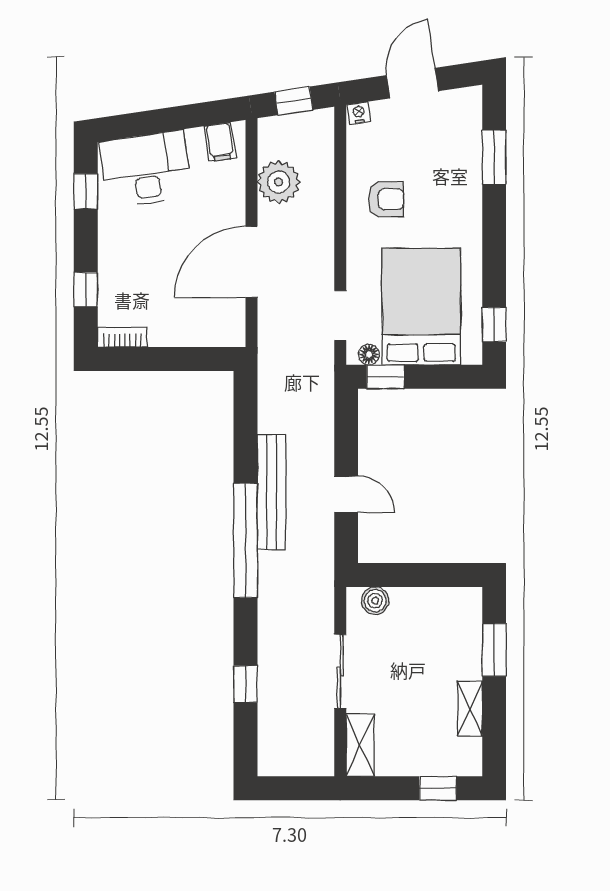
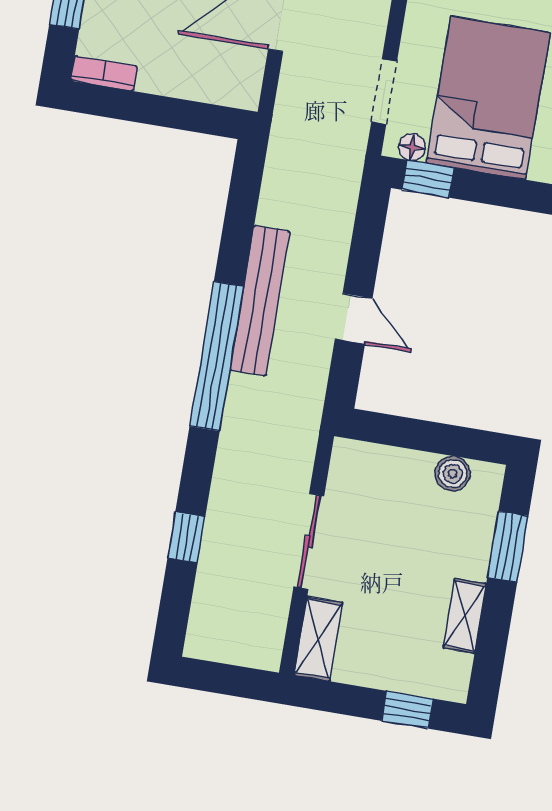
boiler: (375, 601) -> (453, 474), moved

